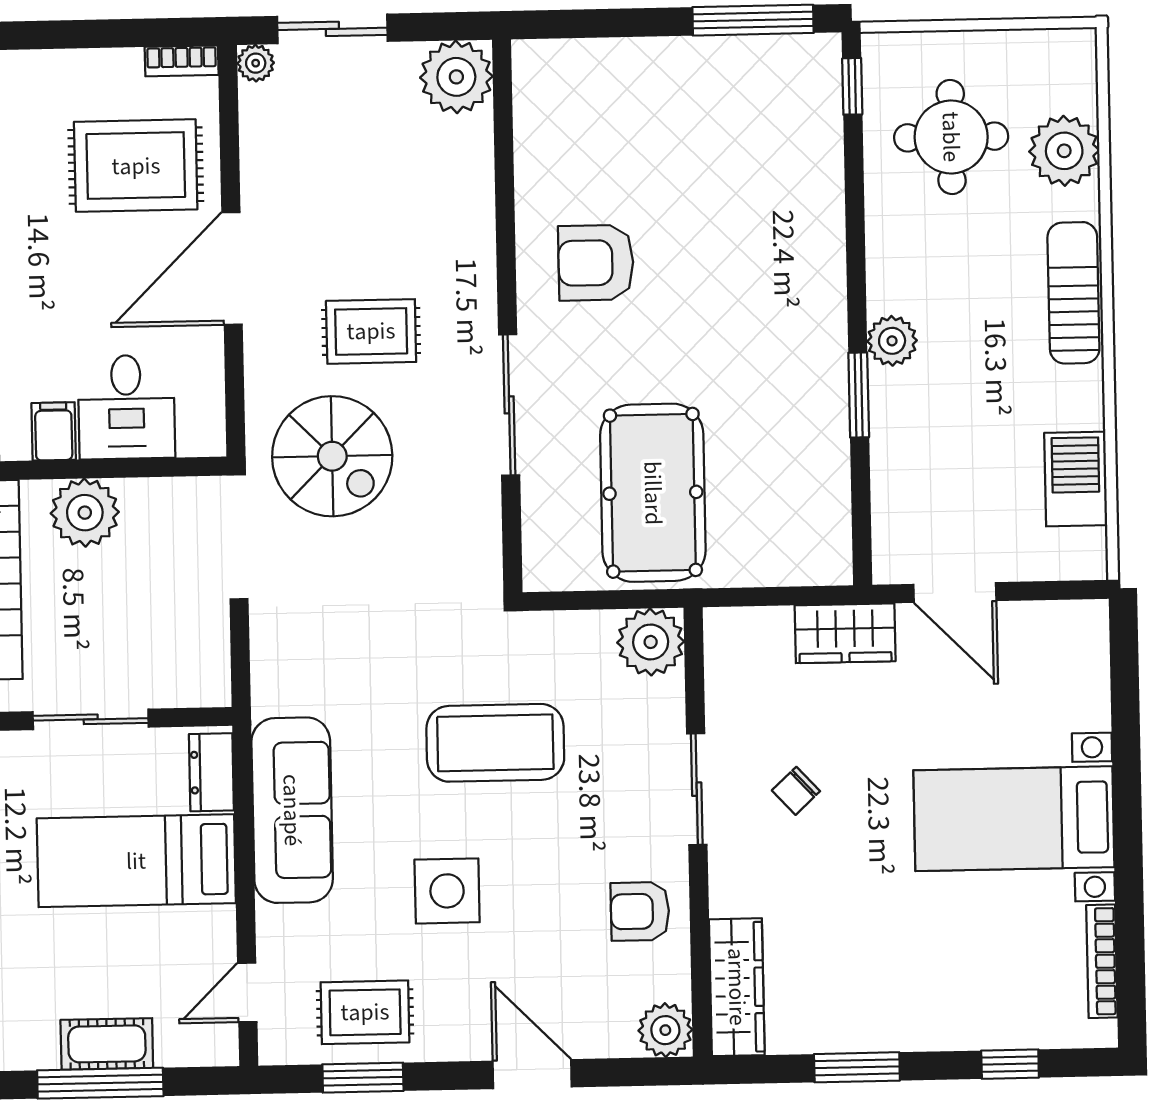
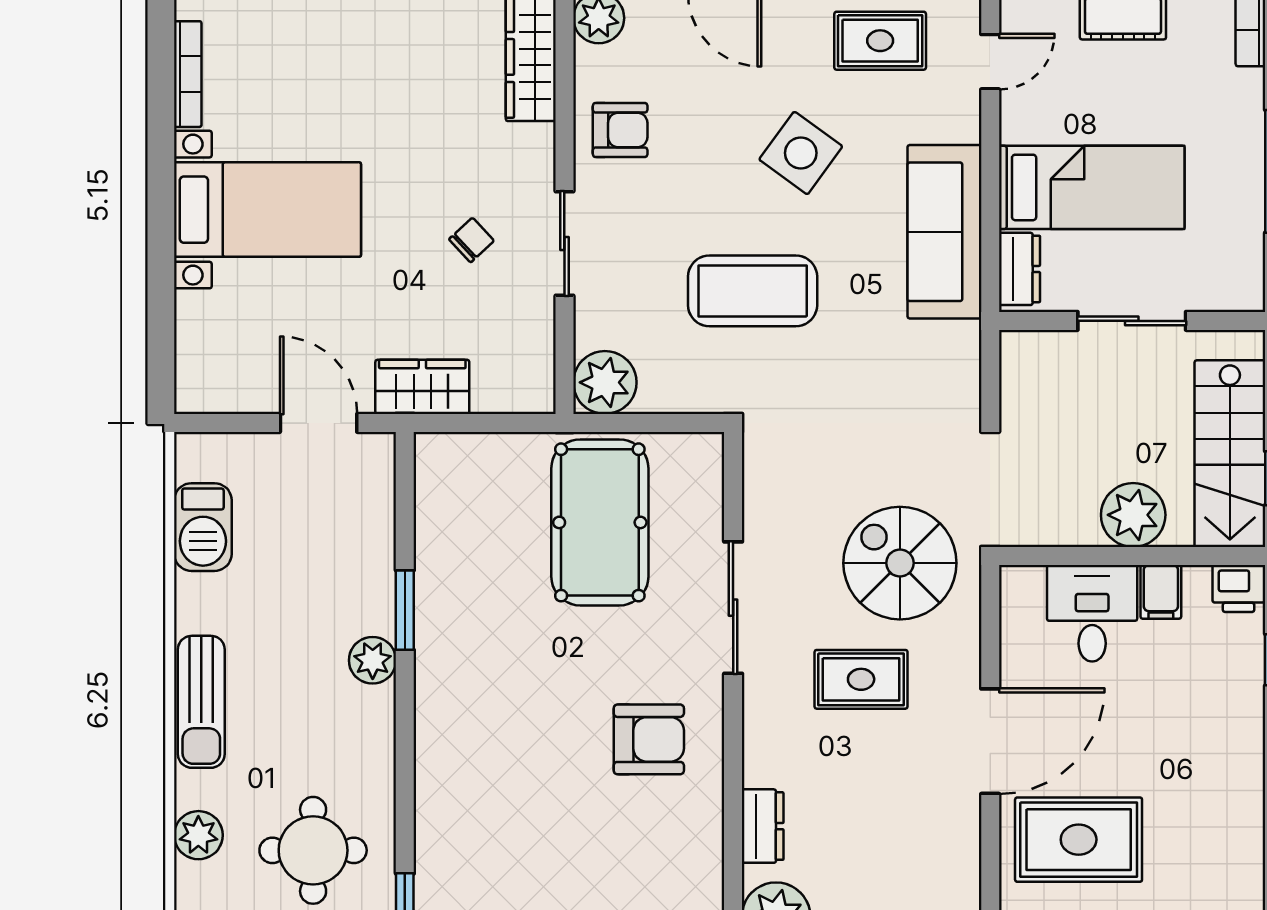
plant: (1064, 151) -> (198, 835), width x0.73, depth x0.73
dresser: (473, 173) -> (763, 826), added
side table: (447, 891) -> (801, 153), turned 36

